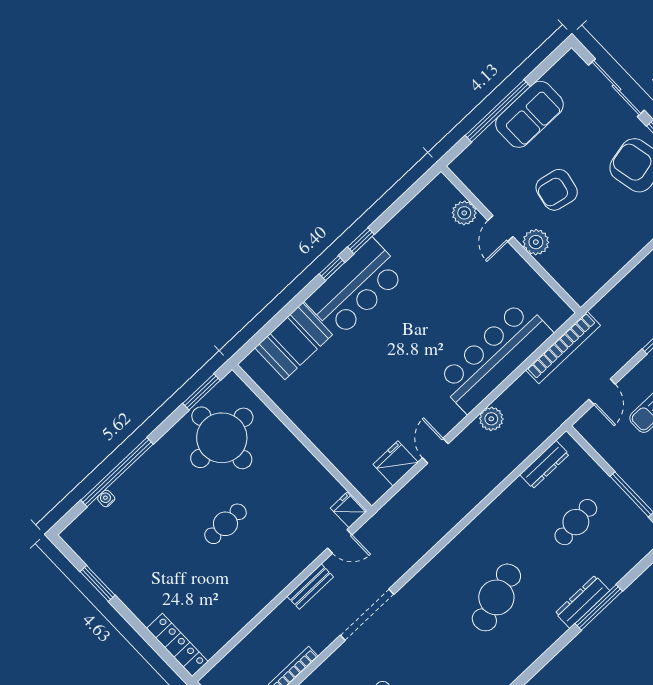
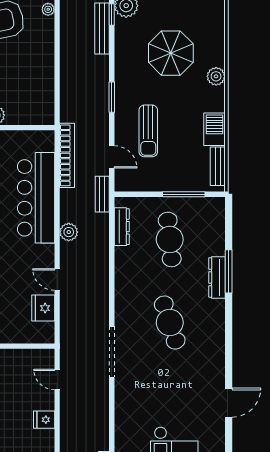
fridge: (348, 510) -> (44, 420), moved
cafe table: (576, 522) -> (170, 239), width x1.37, depth x1.35
door: (340, 541) -> (57, 379), swing flipped
bench: (310, 587) -> (102, 194), moved
doorway: (367, 615) -> (112, 352), moved

